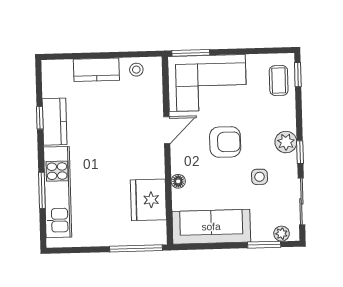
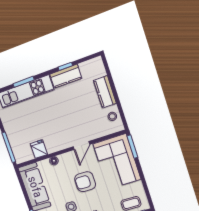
door: (167, 130) -> (81, 146), hinge flipped
armchair: (225, 142) -> (85, 182), turned 90
fridge: (148, 200) -> (39, 149), width x0.53, depth x0.75

